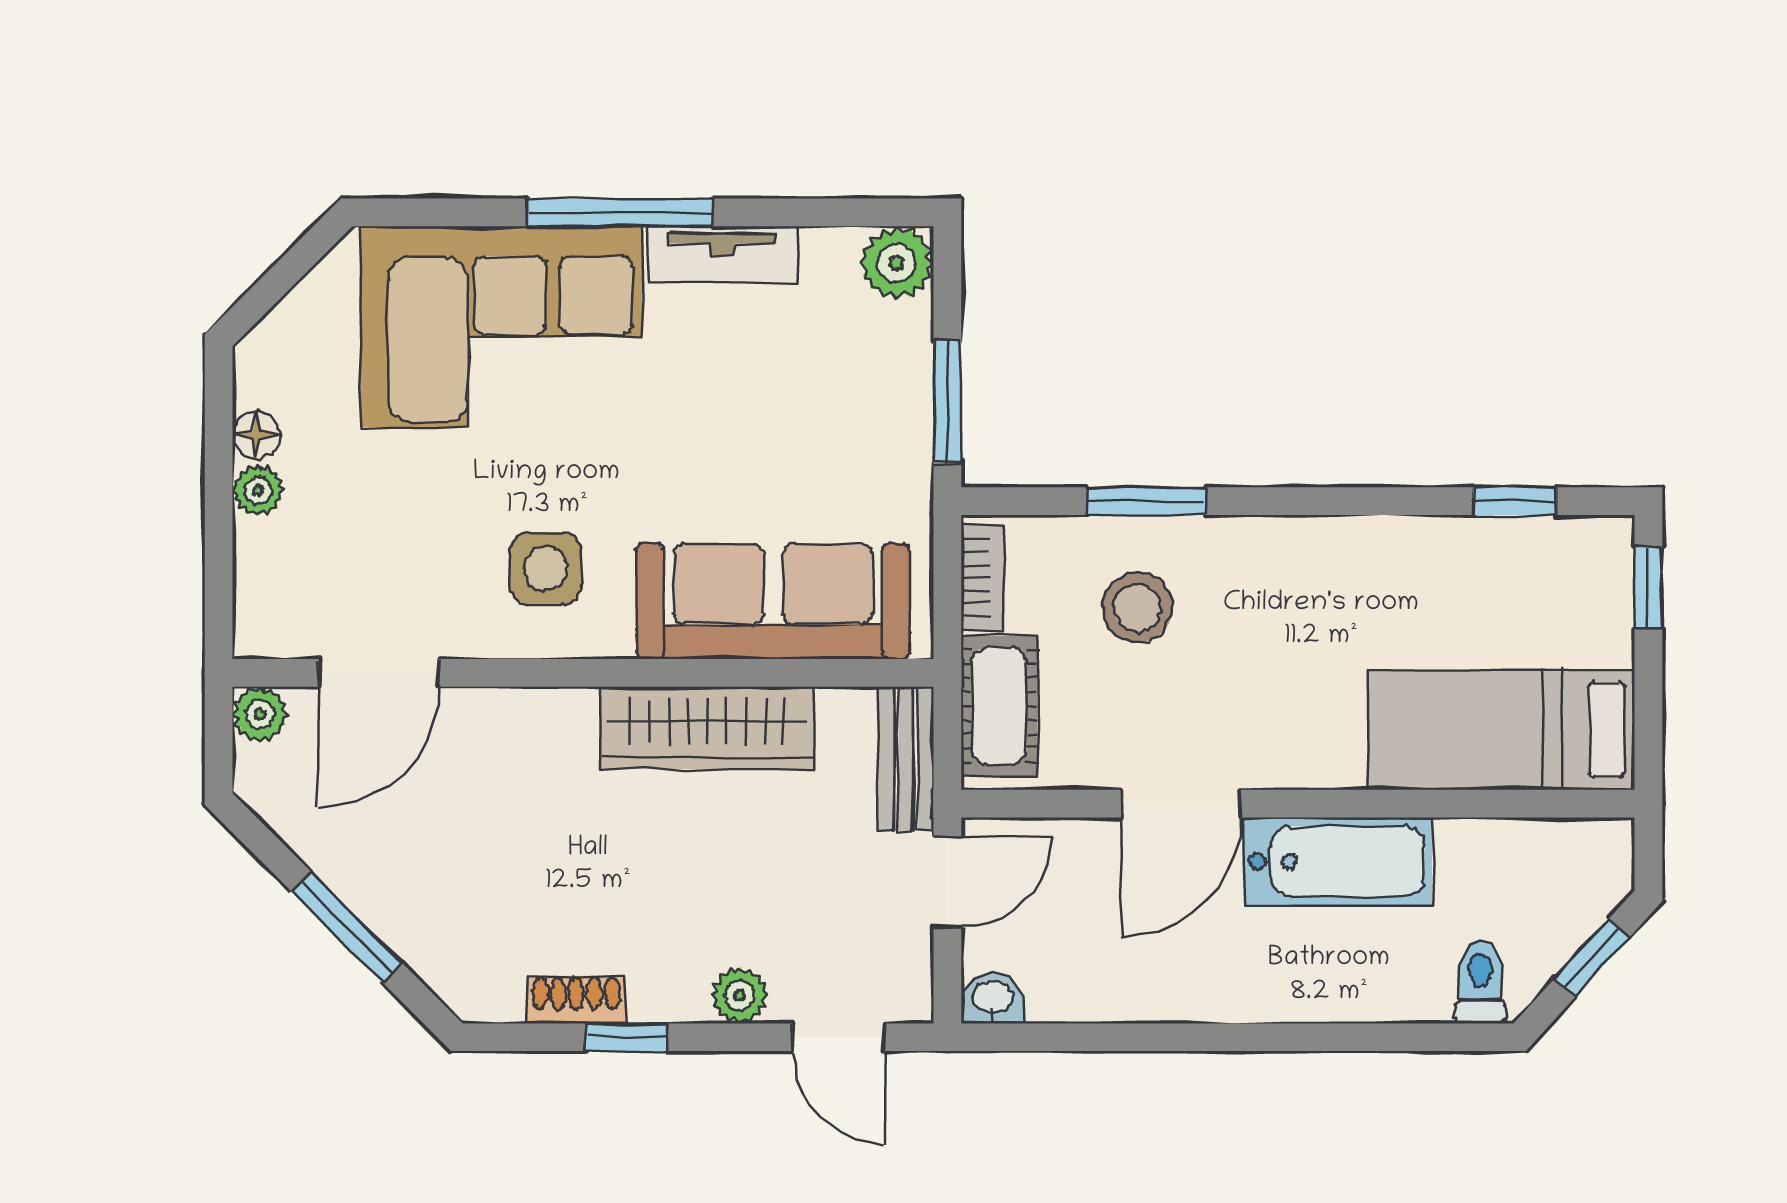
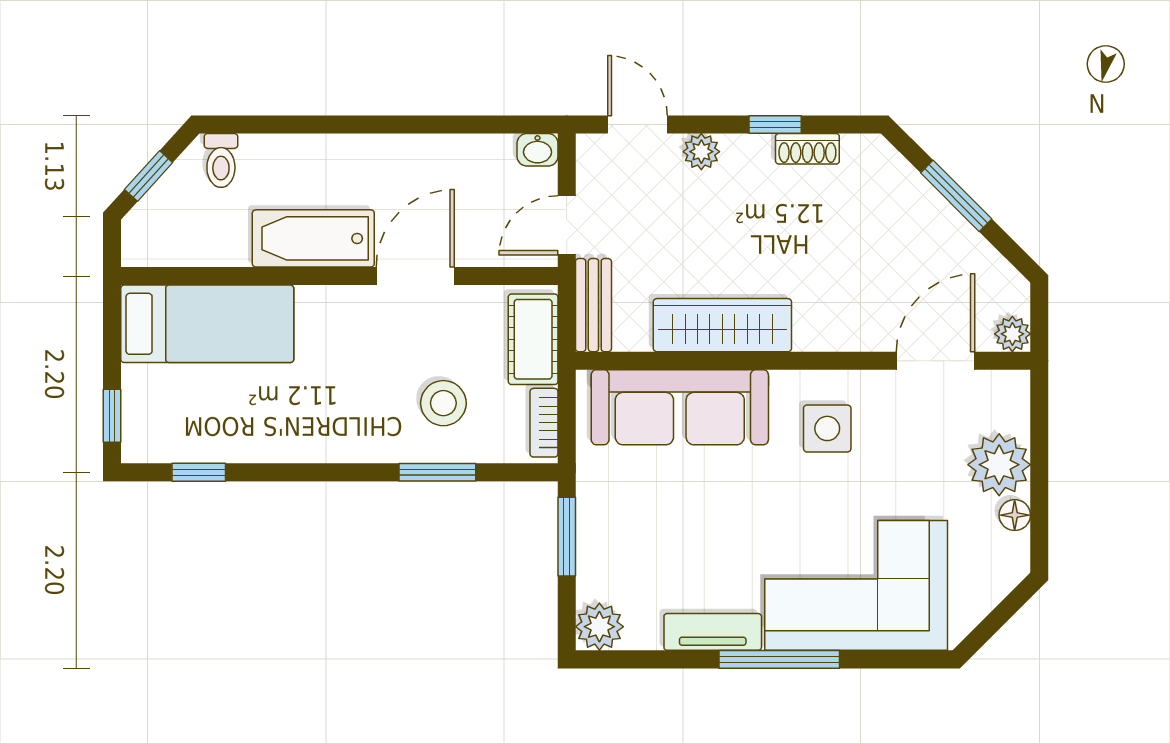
plant: (258, 490) -> (999, 465), width x1.88, depth x1.88

